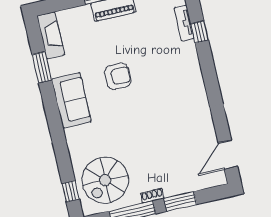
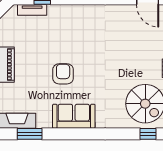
window: (42, 67) -> (30, 134), moved

